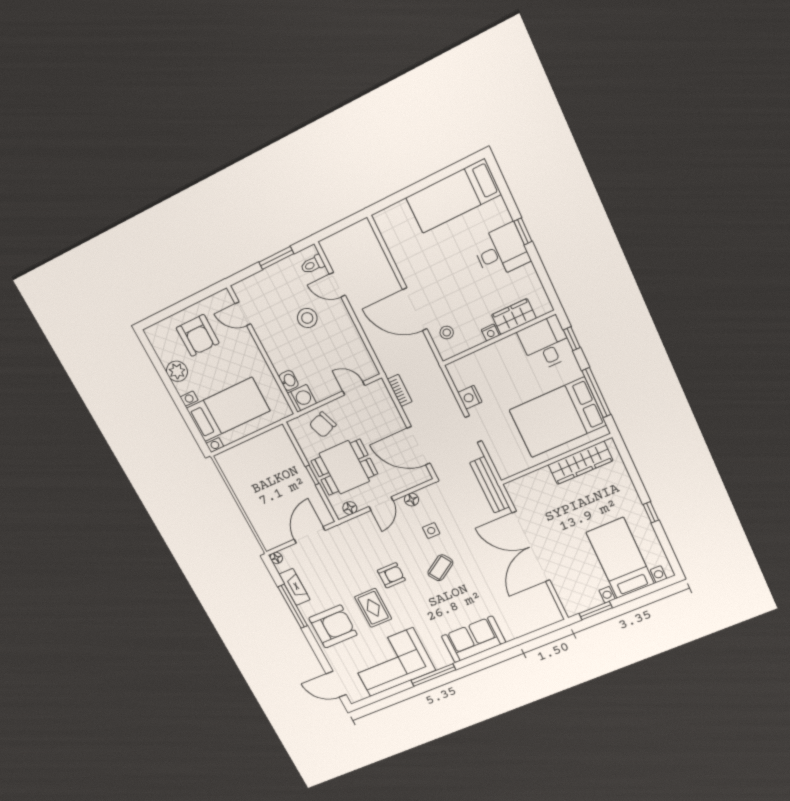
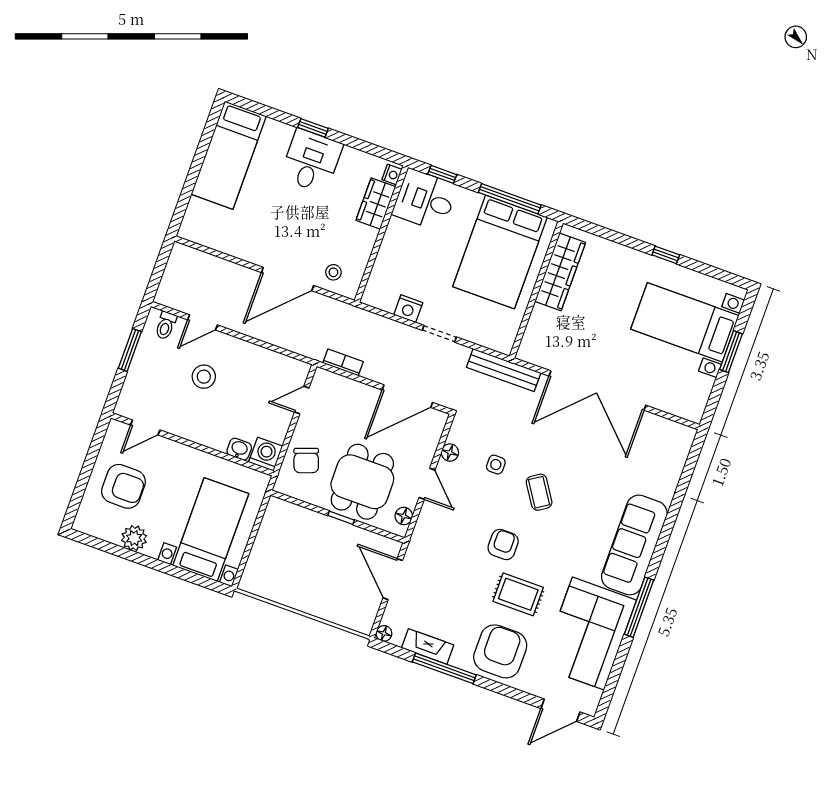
nightstand: (490, 333) -> (392, 175), moved
window: (596, 611) -> (731, 352), moved
sofa: (474, 639) -> (634, 545), width x1.36

